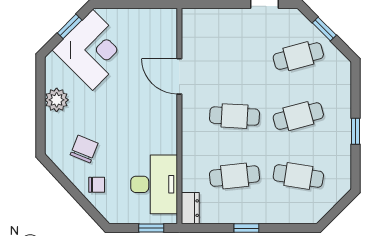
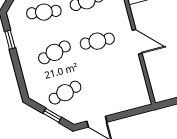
door: (179, 76) -> (137, 42), moved
window: (356, 131) -> (10, 40), moved

